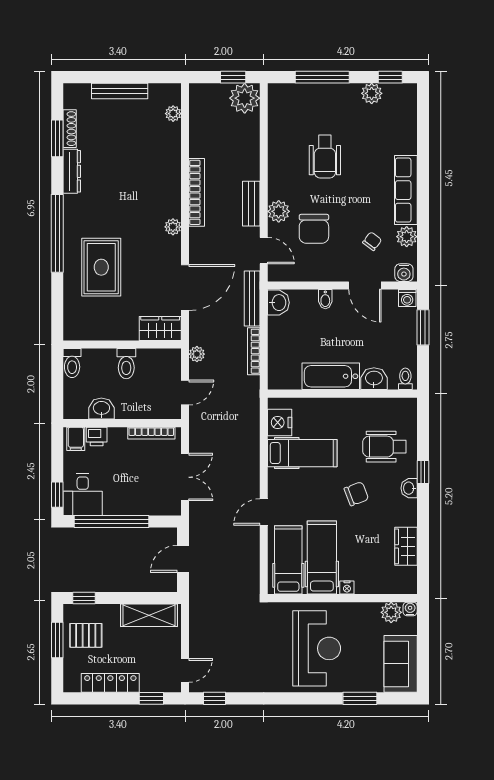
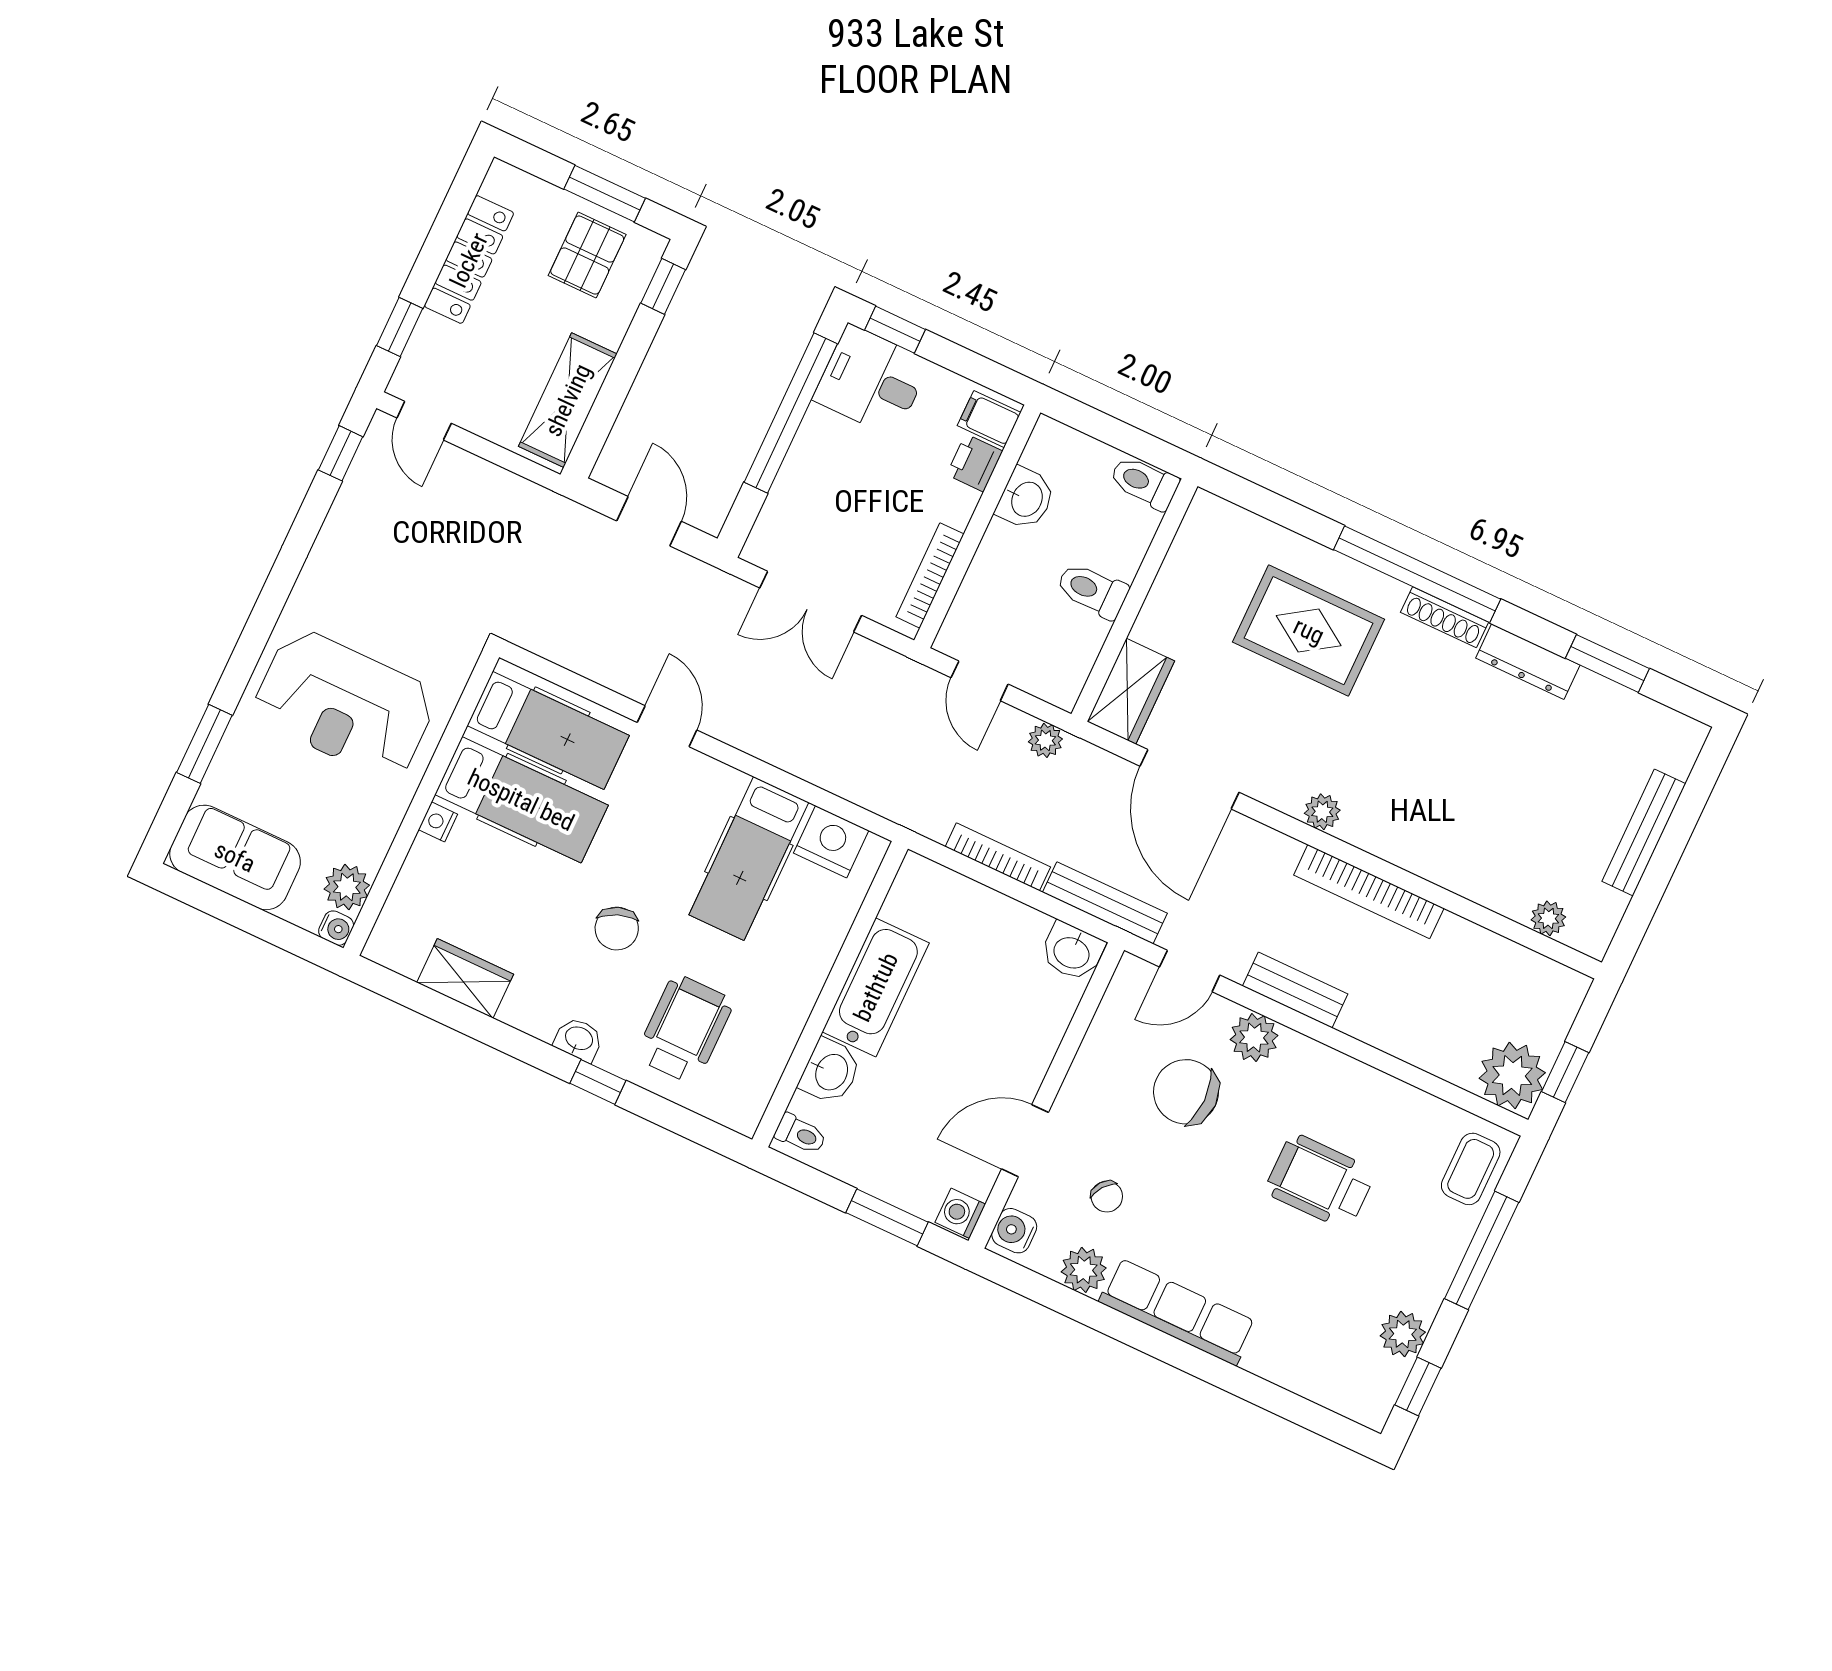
coffee table: (291, 97) -> (1471, 1169), added
shoe rack: (70, 129) -> (1445, 617), moved
bidet: (325, 299) -> (1035, 1049), removed

